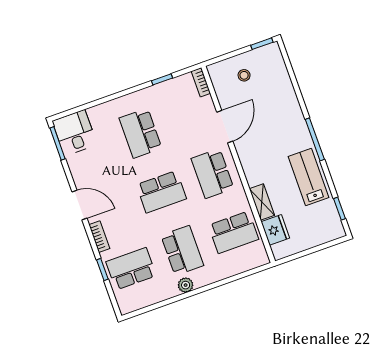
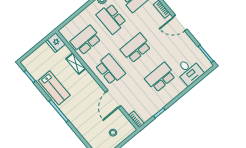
desk: (75, 133) -> (189, 71), moved
school desk: (140, 133) -> (160, 77), turned -90
fridge: (275, 230) -> (56, 42), moved

